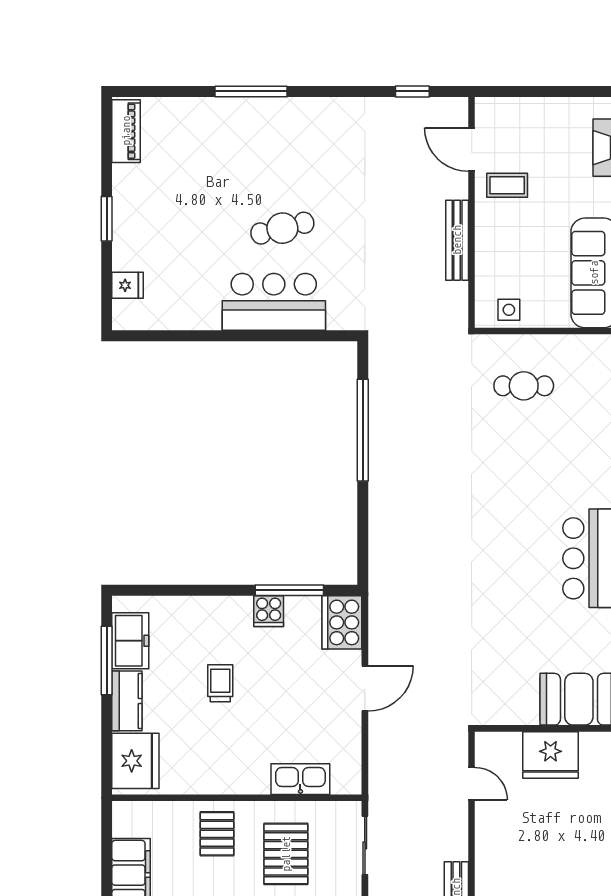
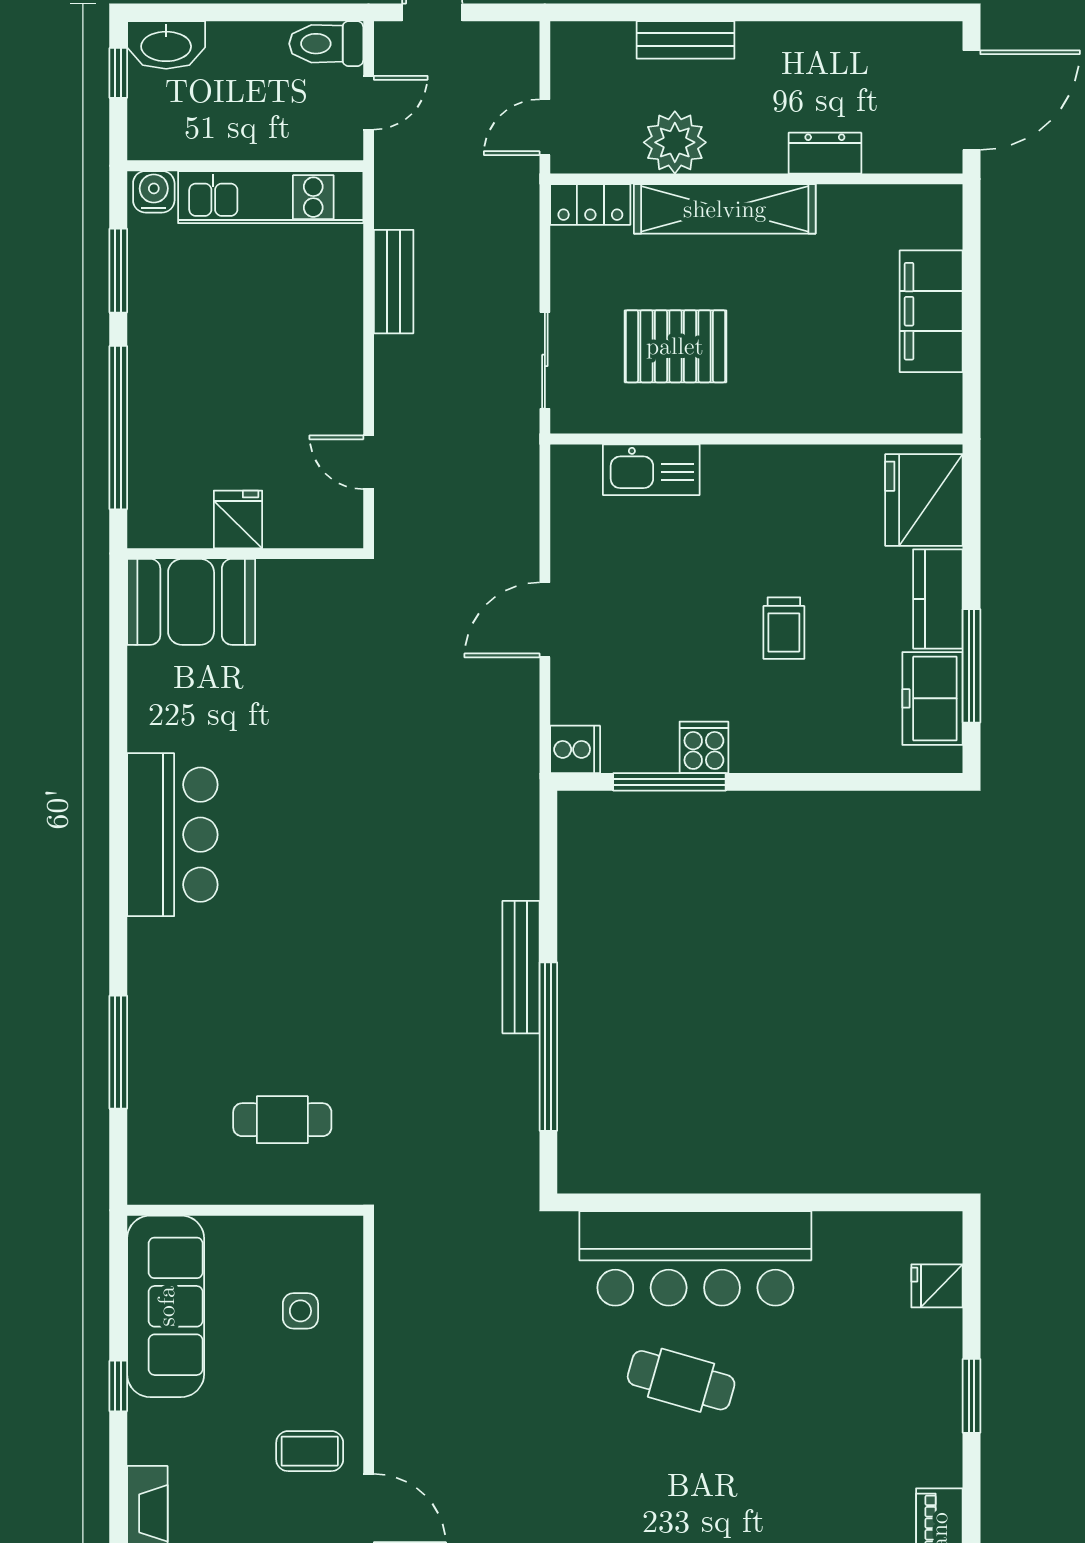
cafe table: (282, 228) -> (681, 1380), turned 30
bench: (457, 240) -> (521, 967), moved
bar counter: (274, 302) -> (695, 1258), width x1.36
side table: (509, 310) -> (300, 1311), moved
cooker: (342, 622) -> (575, 749), width x0.53, depth x0.76
fridge: (551, 755) -> (238, 519), width x0.53, depth x0.75
pallet: (217, 834) -> (789, 379), removed
pallet: (286, 854) -> (675, 346), turned 90

